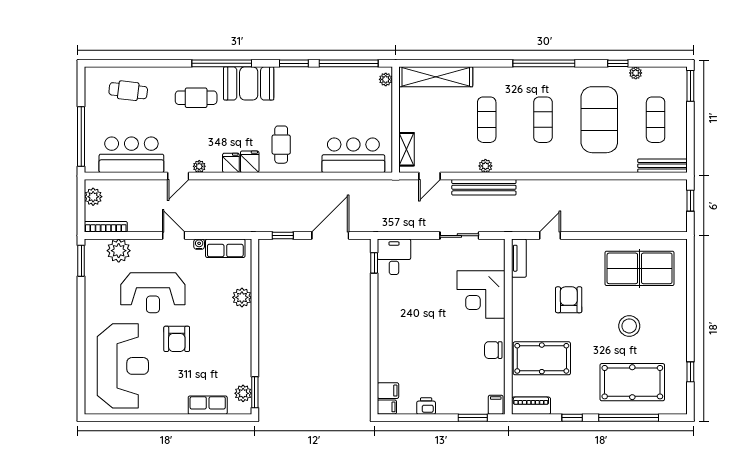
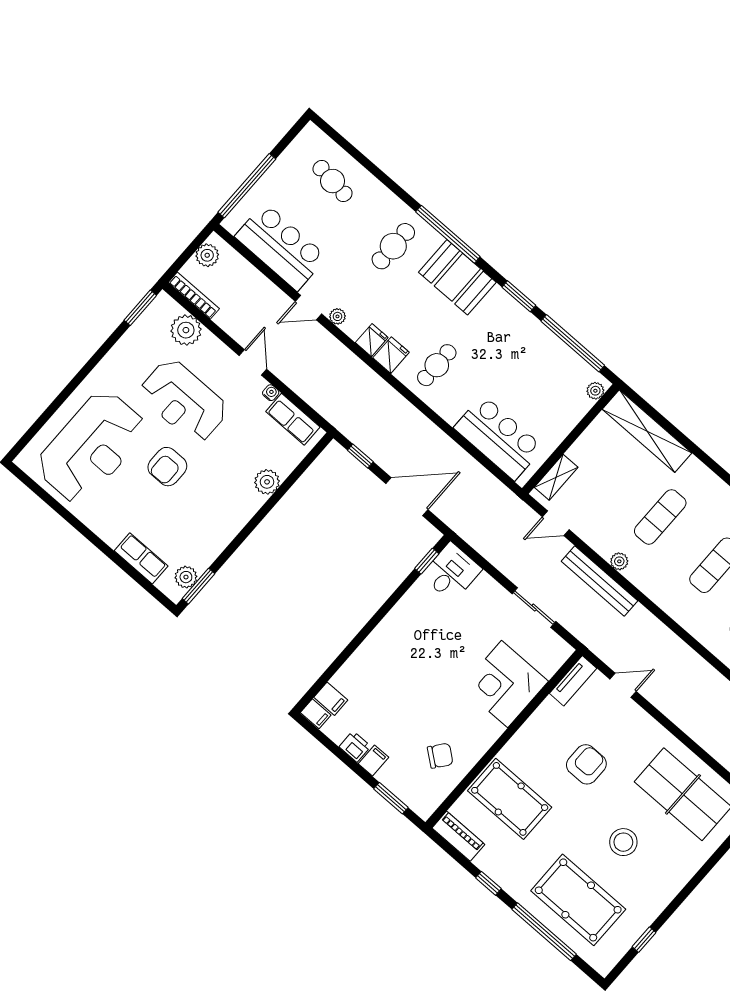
cafe table: (196, 98) -> (393, 246), turned 90
chair: (493, 350) -> (440, 756), moved, turned 128
filing cabinet: (496, 405) -> (374, 761), moved

